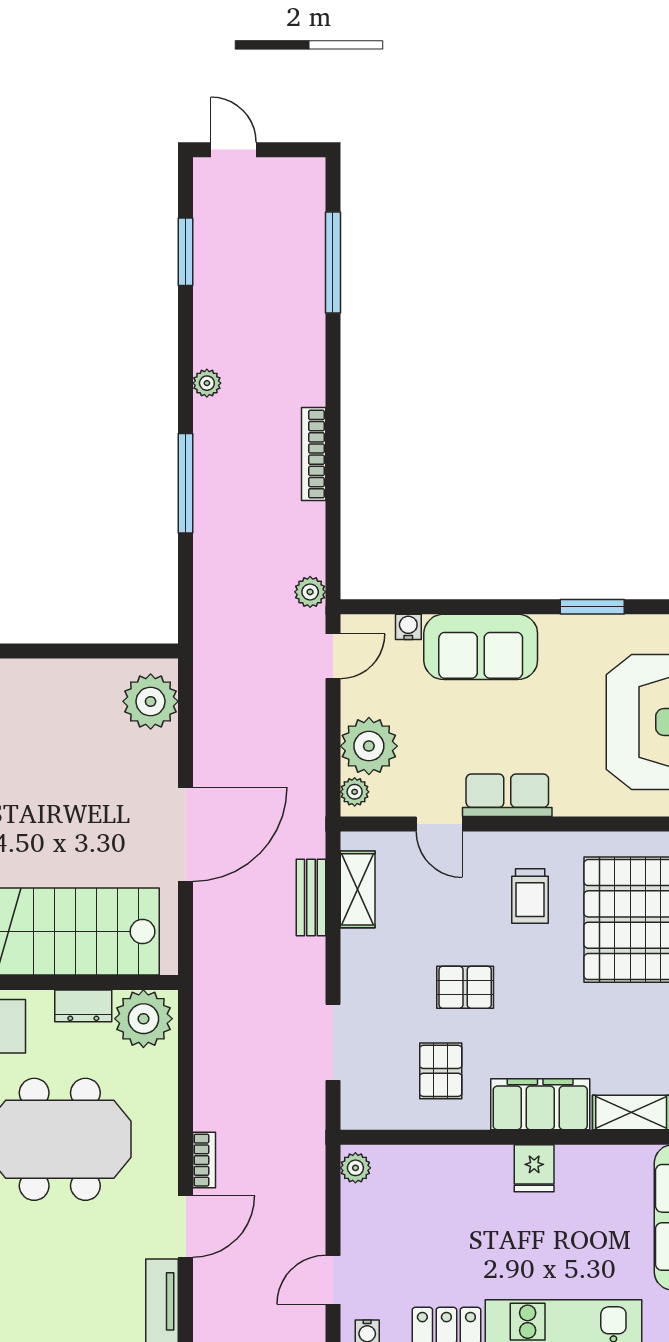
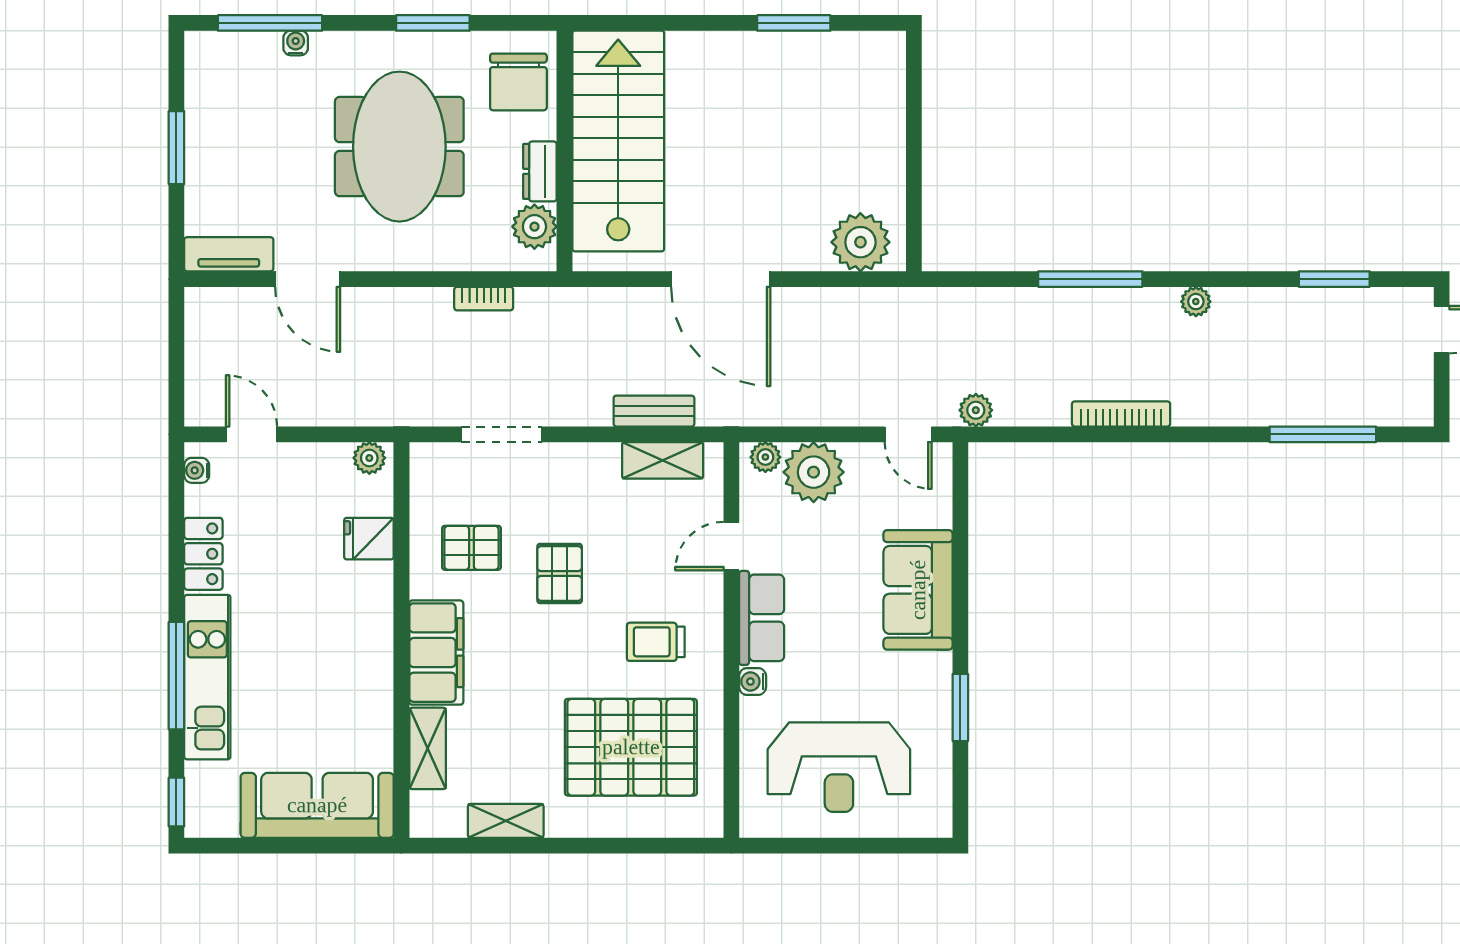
water cooler: (408, 627) -> (753, 681), moved, turned 180
plant: (143, 1019) -> (534, 227), width x0.73, depth x0.73
bookcase: (204, 1160) -> (484, 299), moved
fridge: (534, 1168) -> (369, 539), moved

